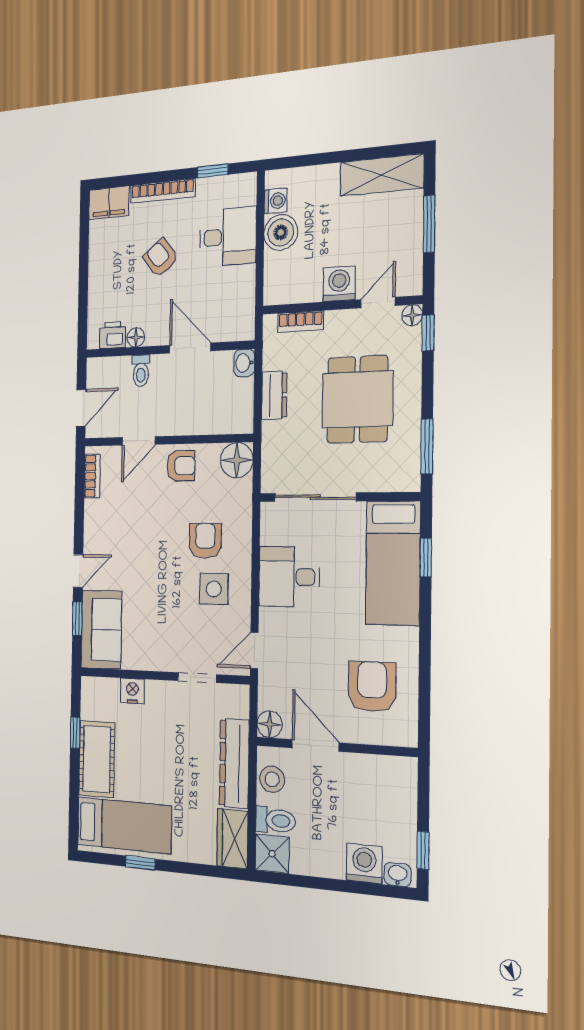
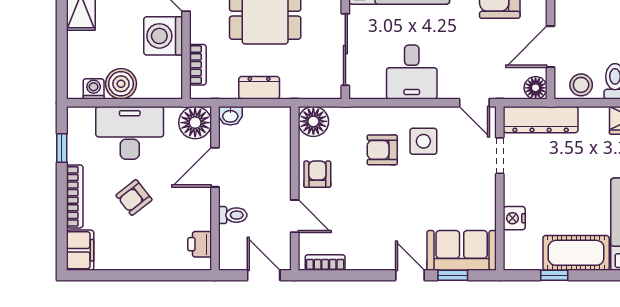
desk: (228, 237) -> (130, 133), width x1.37
washing machine: (339, 284) -> (163, 36), width x1.37, depth x1.37
floor lamp: (136, 337) -> (195, 123), moved, width x1.89, depth x1.89
dresser: (234, 763) -> (541, 120), moved

